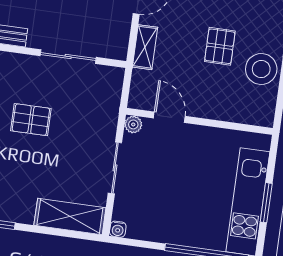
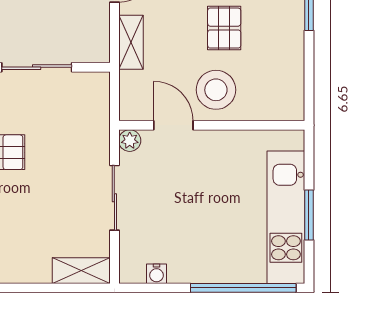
stool: (261, 69) -> (216, 90), moved
shelving: (70, 216) -> (81, 271), width x0.67, depth x0.75
water cooler: (118, 229) -> (156, 274), moved

